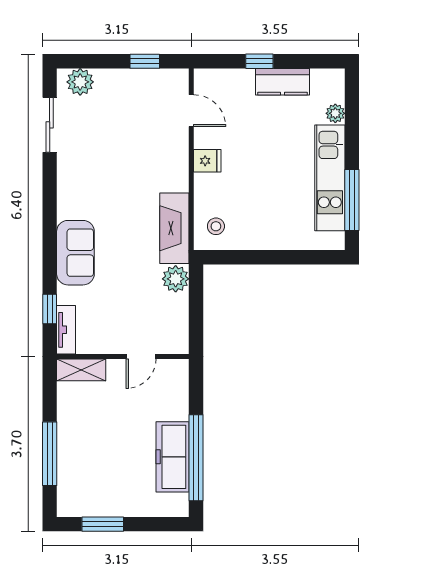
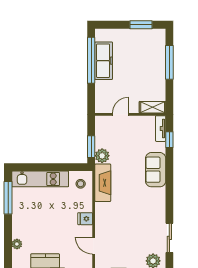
kitchen unit: (330, 178) -> (40, 179), moved, turned 90
window: (196, 296) -> (91, 147), added

